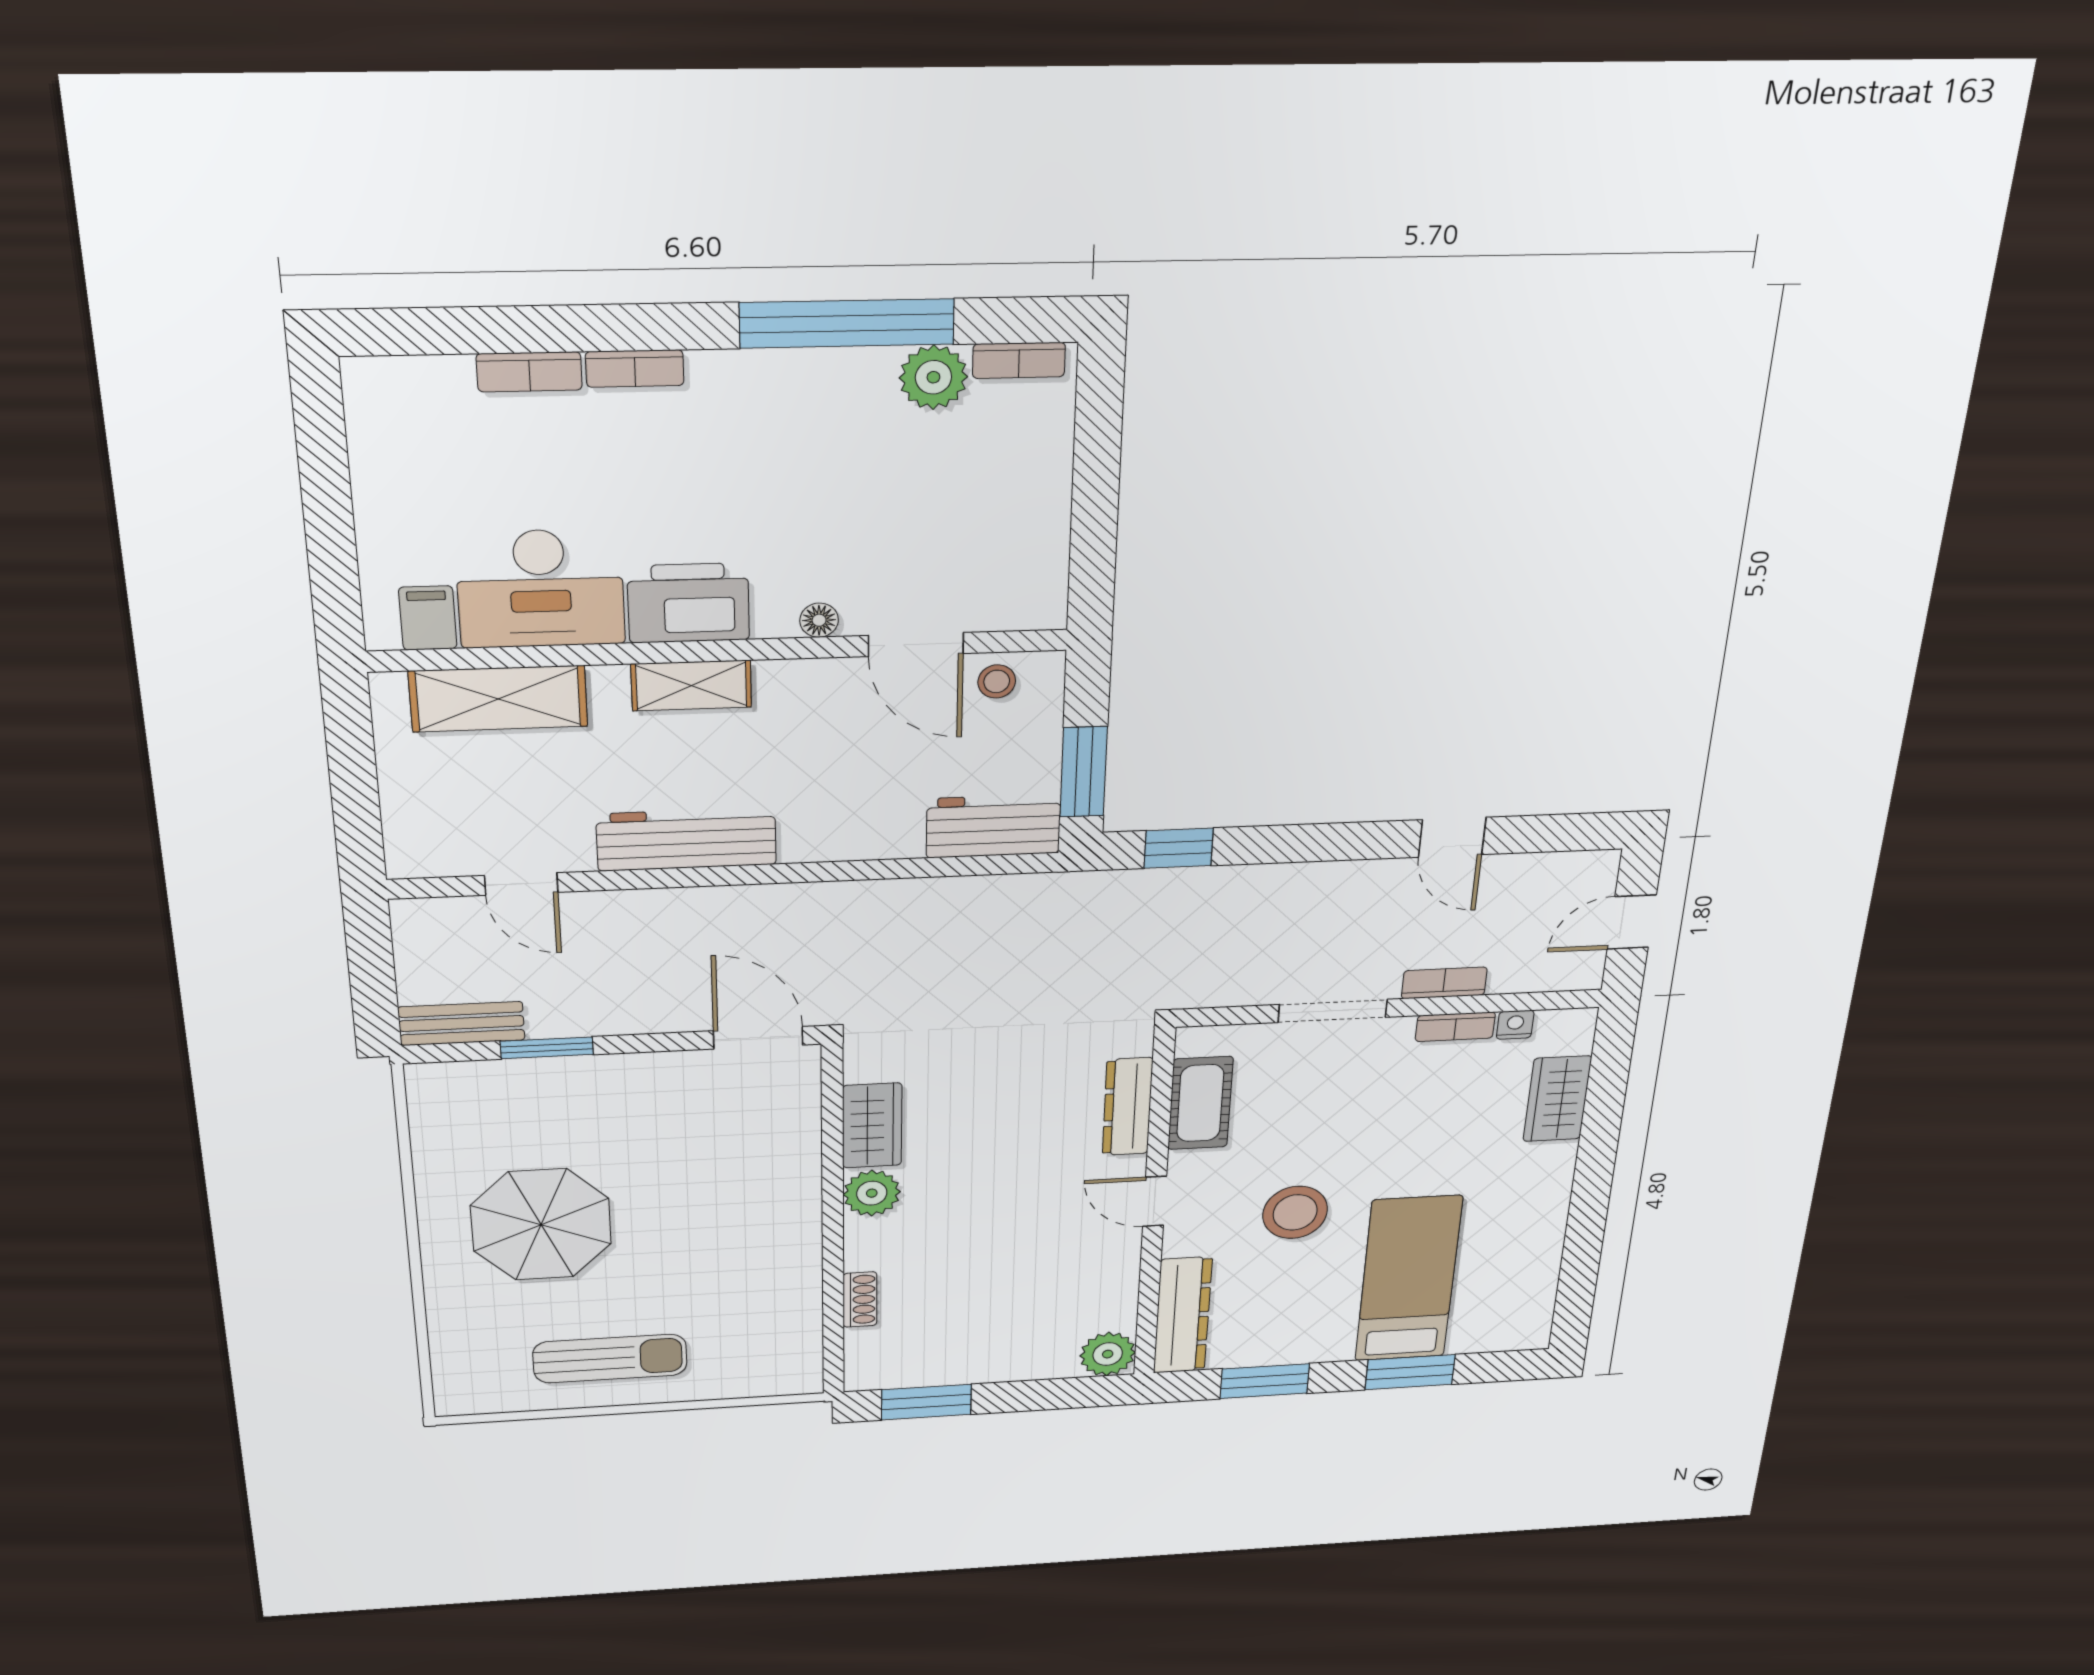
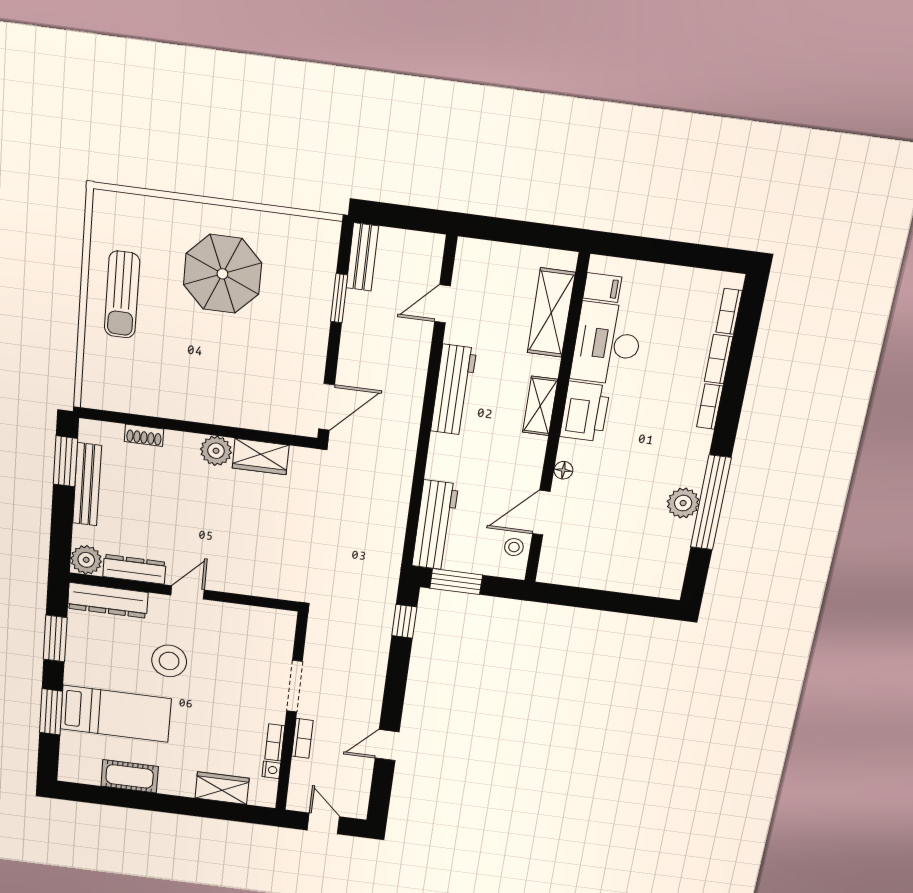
bookcase: (1019, 360) -> (729, 311), moved
plant: (933, 377) -> (683, 503), moved
workbench: (993, 826) -> (435, 525), width x1.38
cot: (1200, 1103) -> (130, 776), moved
dresser: (1128, 1107) -> (134, 569), moved
bench: (965, 1368) -> (87, 484), added

